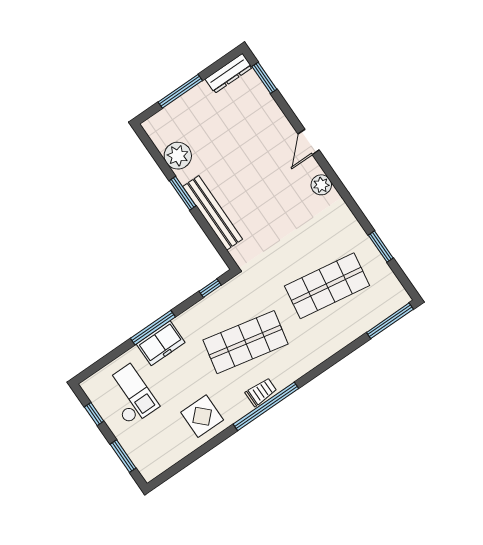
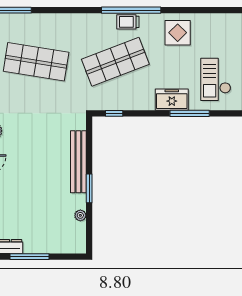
window: (180, 91) -> (30, 257), moved
plant: (178, 156) -> (80, 215), width x0.53, depth x0.53
window: (153, 328) -> (190, 113), moved
shop shelf: (246, 342) -> (115, 62), turned -33

